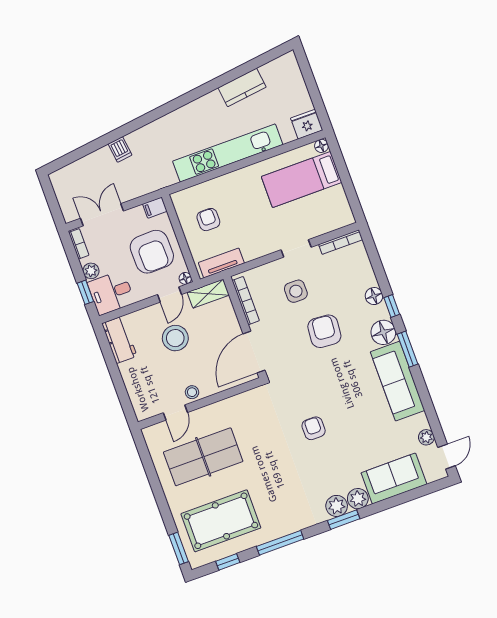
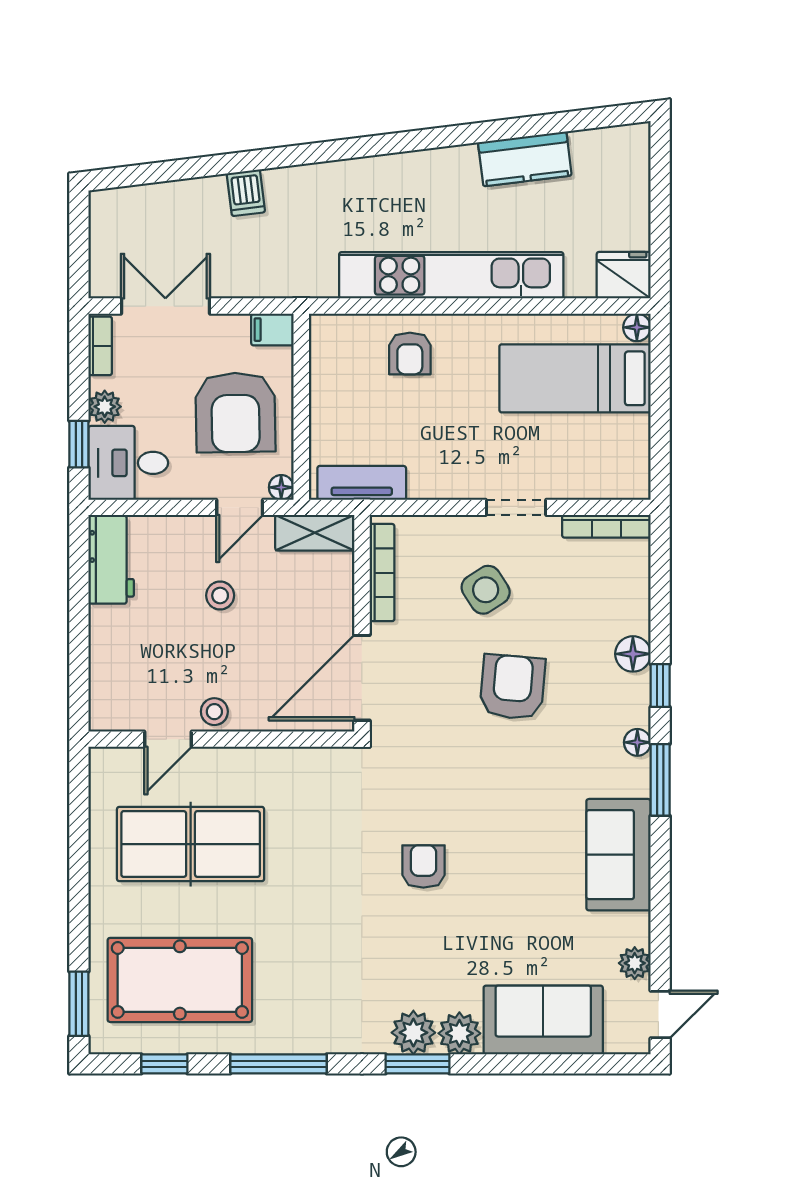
armchair: (208, 220) -> (410, 353), moved, turned 180
side table: (296, 291) -> (486, 590), turned -33
floor lamp: (383, 332) -> (637, 742), width x0.53, depth x0.53
stool: (175, 338) -> (220, 595), width x0.53, depth x0.53
sofa: (398, 381) -> (619, 855), width x0.73

